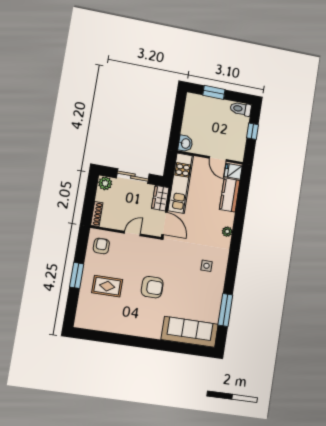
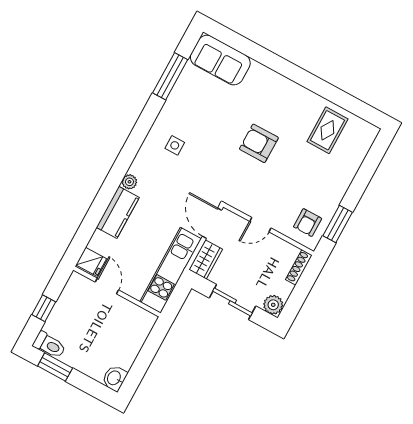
window: (214, 92) -> (55, 367), moved
washbasin: (185, 143) -> (114, 378), moved
kitchen counter: (230, 195) -> (118, 212), moved
window: (77, 275) -> (338, 224), moved
rug: (107, 286) -> (327, 130), moved, turned 90
sofa: (190, 332) -> (220, 60), width x0.73

